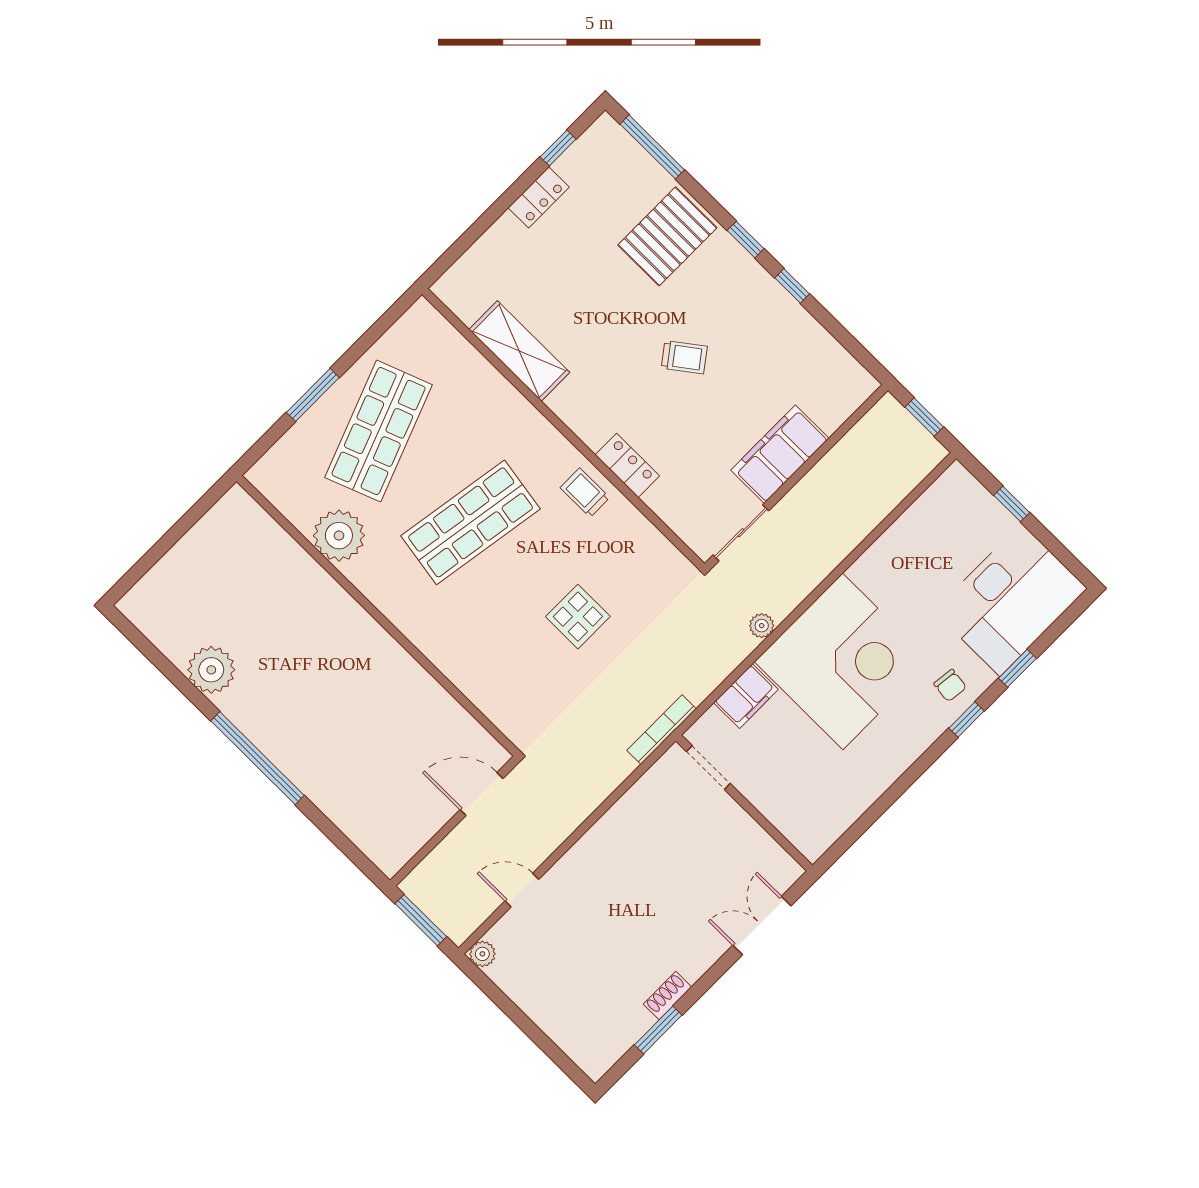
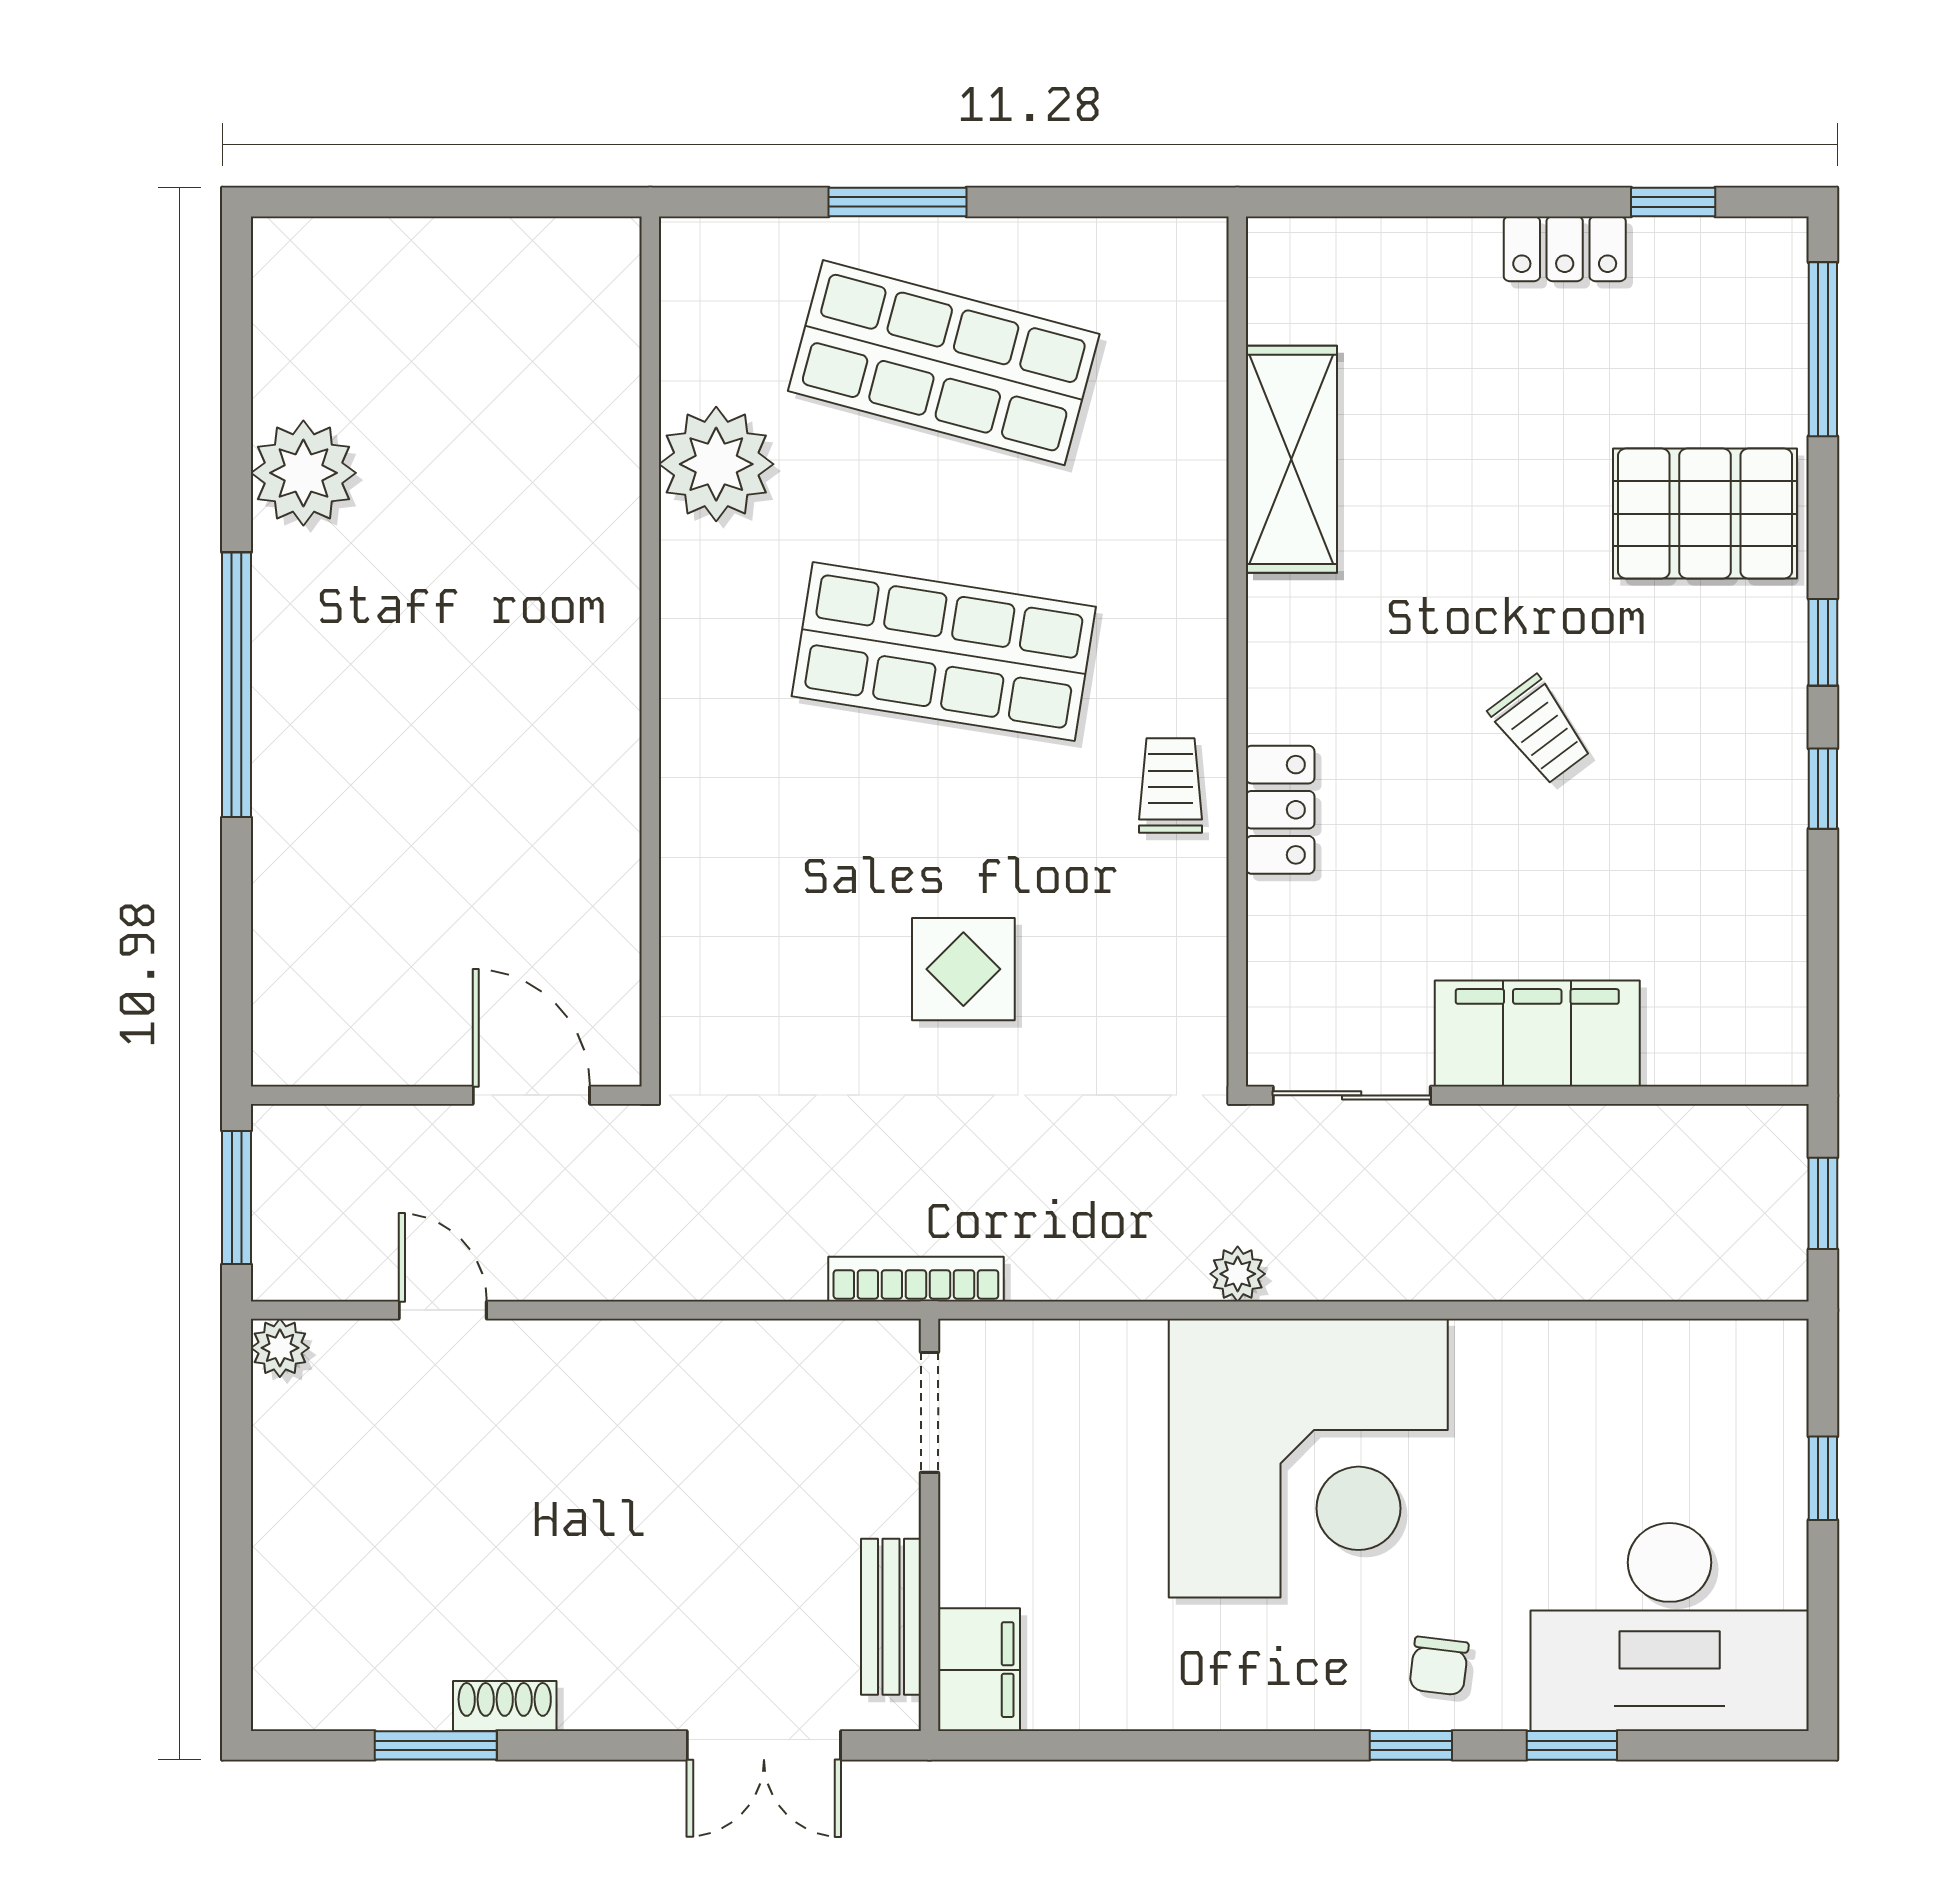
shop shelf: (379, 431) -> (944, 363), turned 36
filing cabinet: (746, 696) -> (979, 1670), moved, turned -90
bench: (761, 844) -> (891, 1617), added
double door: (762, 926) -> (764, 1745), swing flipped

